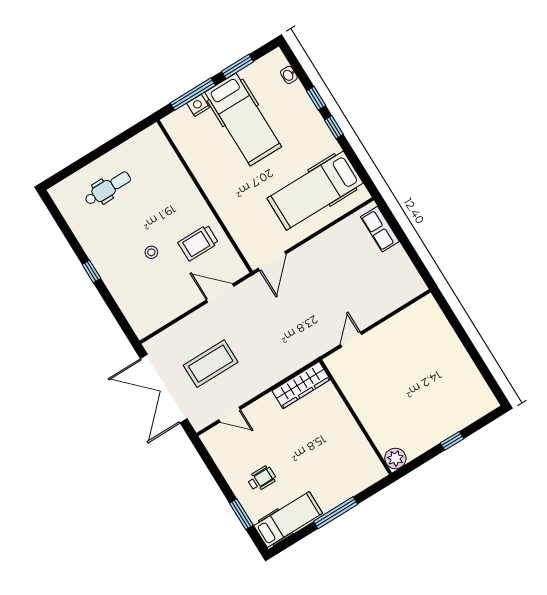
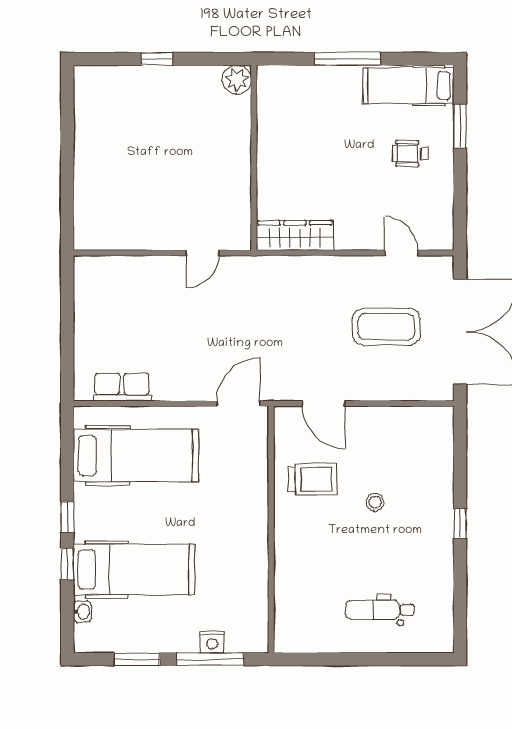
hospital bed: (243, 119) -> (134, 570), moved, turned 90
row of seats: (380, 229) -> (122, 387), moved, turned -90

